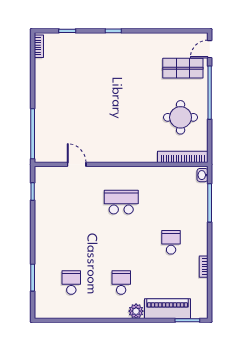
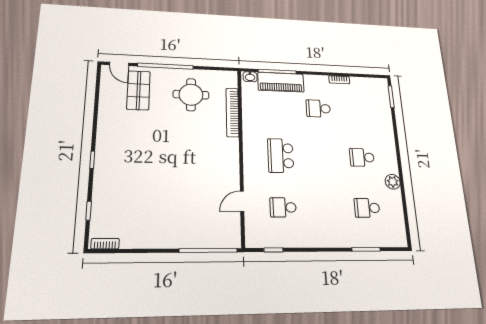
bookcase: (183, 157) -> (232, 112), moved
school desk: (71, 202) -> (283, 207), added
piano: (167, 309) -> (281, 82), moved, turned -90
plant: (136, 311) -> (393, 182), moved

